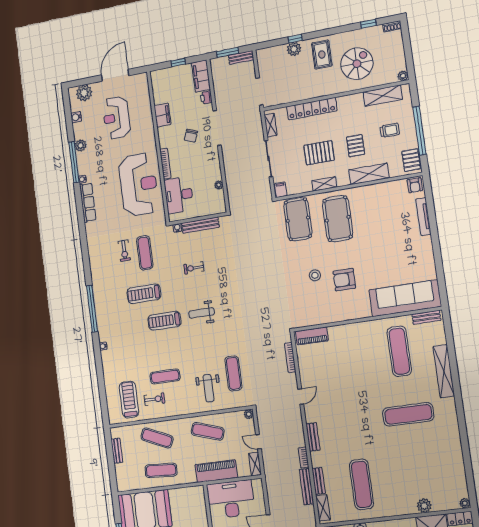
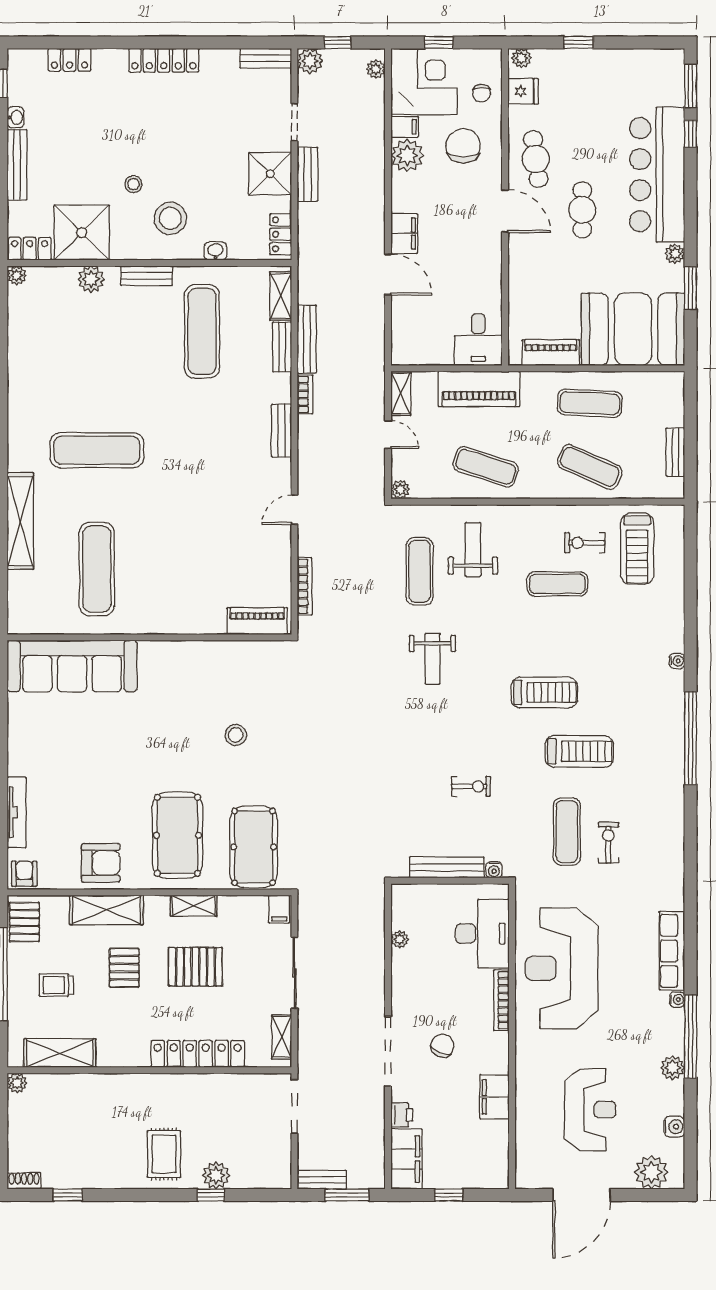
spiral stairs: (357, 64) -> (100, 1123), removed
armchair: (344, 280) -> (101, 863), moved
weight bench: (202, 313) -> (433, 659), moved, turned 90
bench: (426, 317) -> (147, 276), moved
piano: (183, 494) -> (551, 353), added
desk: (231, 499) -> (478, 340), width x0.53, depth x0.77

